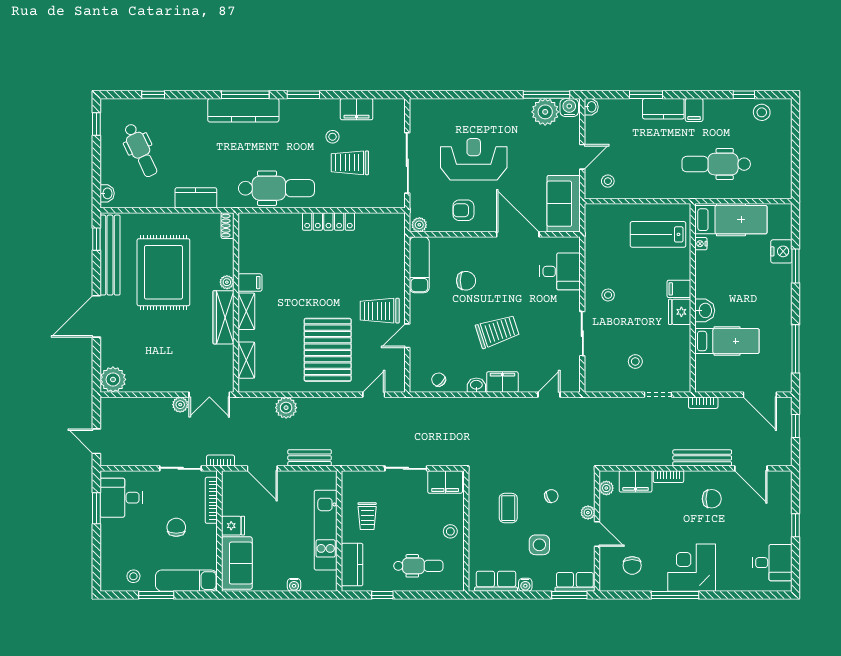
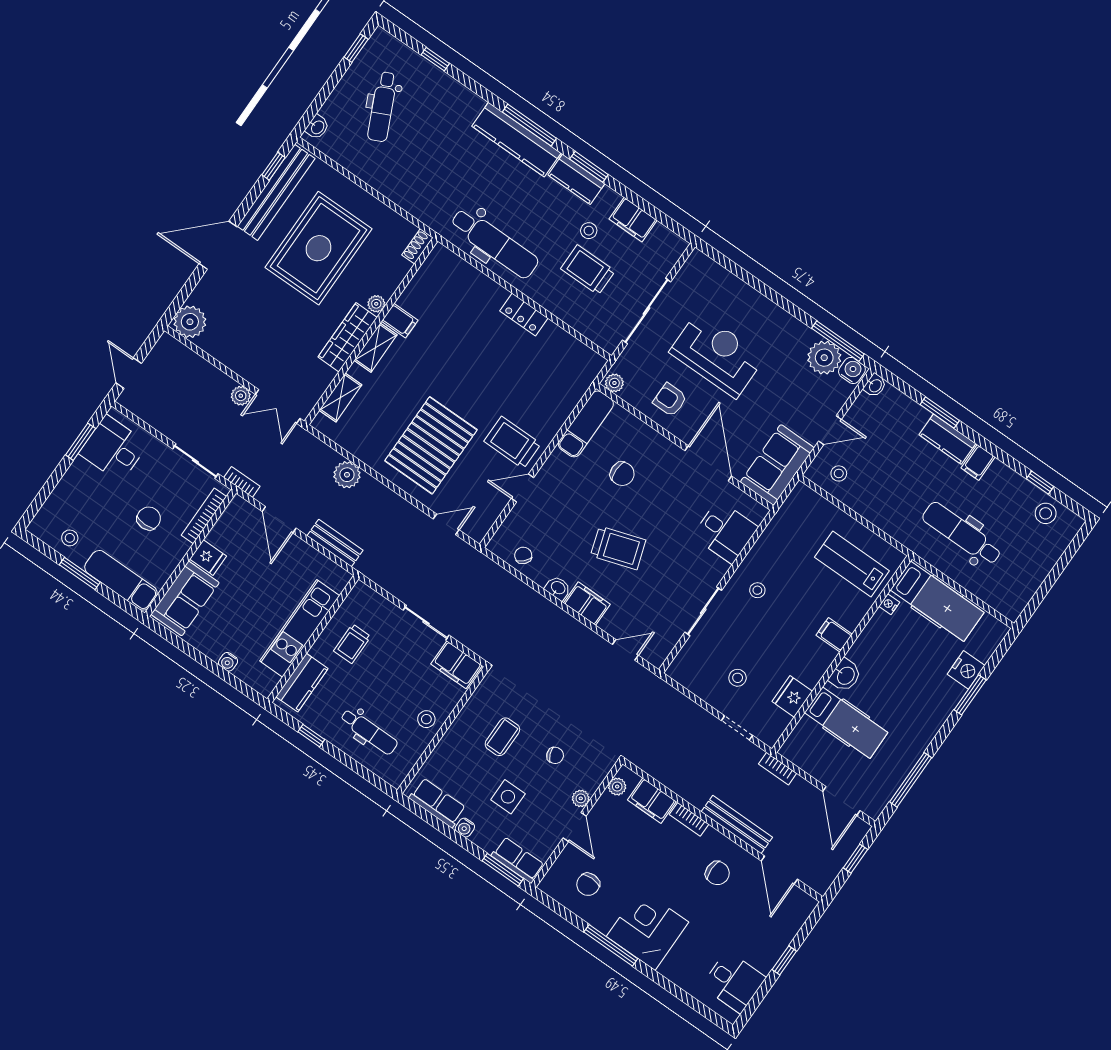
kitchen counter: (196, 198) -> (576, 179), moved, turned 180
locker: (328, 221) -> (524, 314), width x0.66
fridge: (680, 312) -> (792, 696), moved

